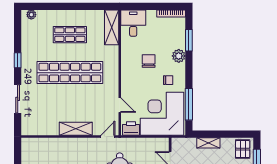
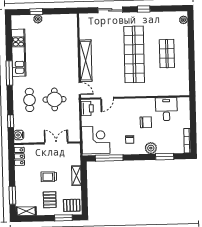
desk: (133, 23) -> (166, 109), moved, turned -90
shelving: (112, 27) -> (174, 89), removed
corner desk: (162, 114) -> (96, 140), width x0.74, depth x0.74
shelving: (76, 129) -> (86, 61), width x1.47

